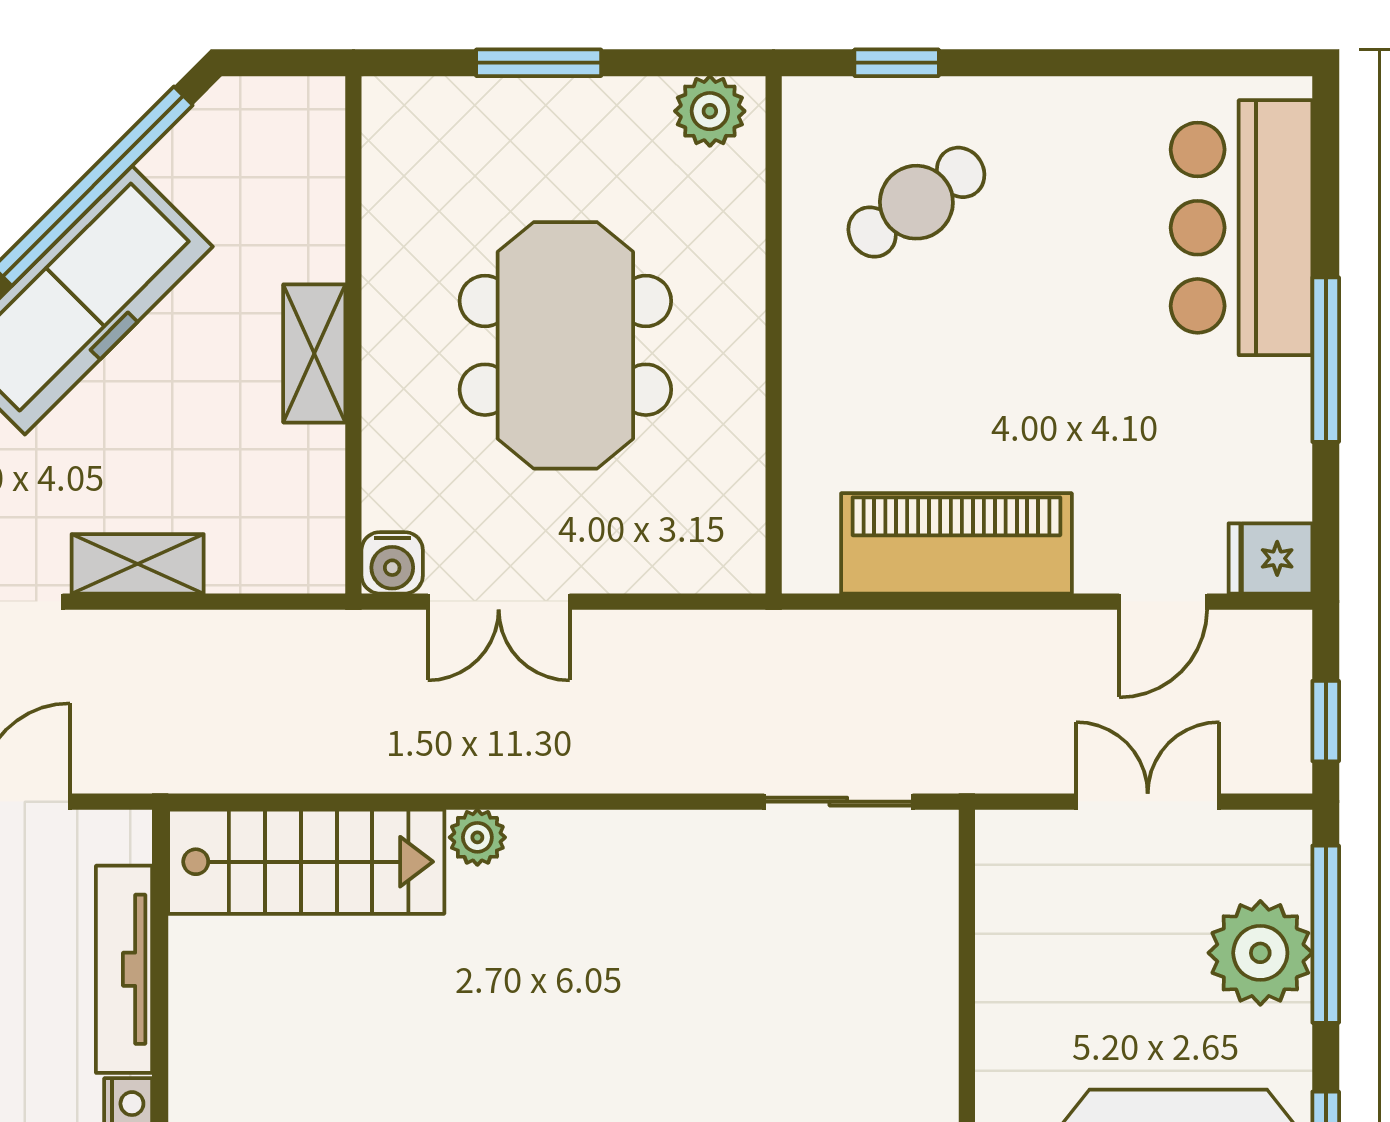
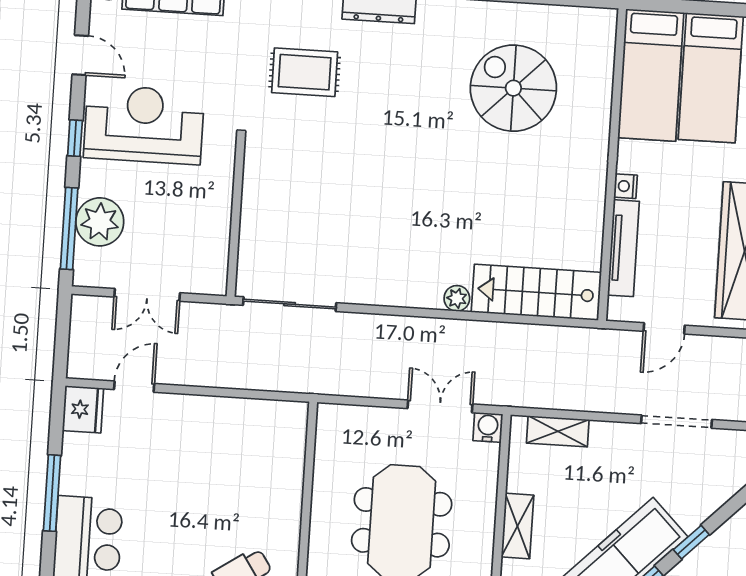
piano: (956, 543) -> (228, 419), removed
fridge: (1270, 558) -> (83, 409), width x1.38
shelving: (138, 564) -> (558, 431), moved
window: (1326, 721) -> (63, 327), removed
sliding door: (838, 802) -> (290, 304), width x1.37

